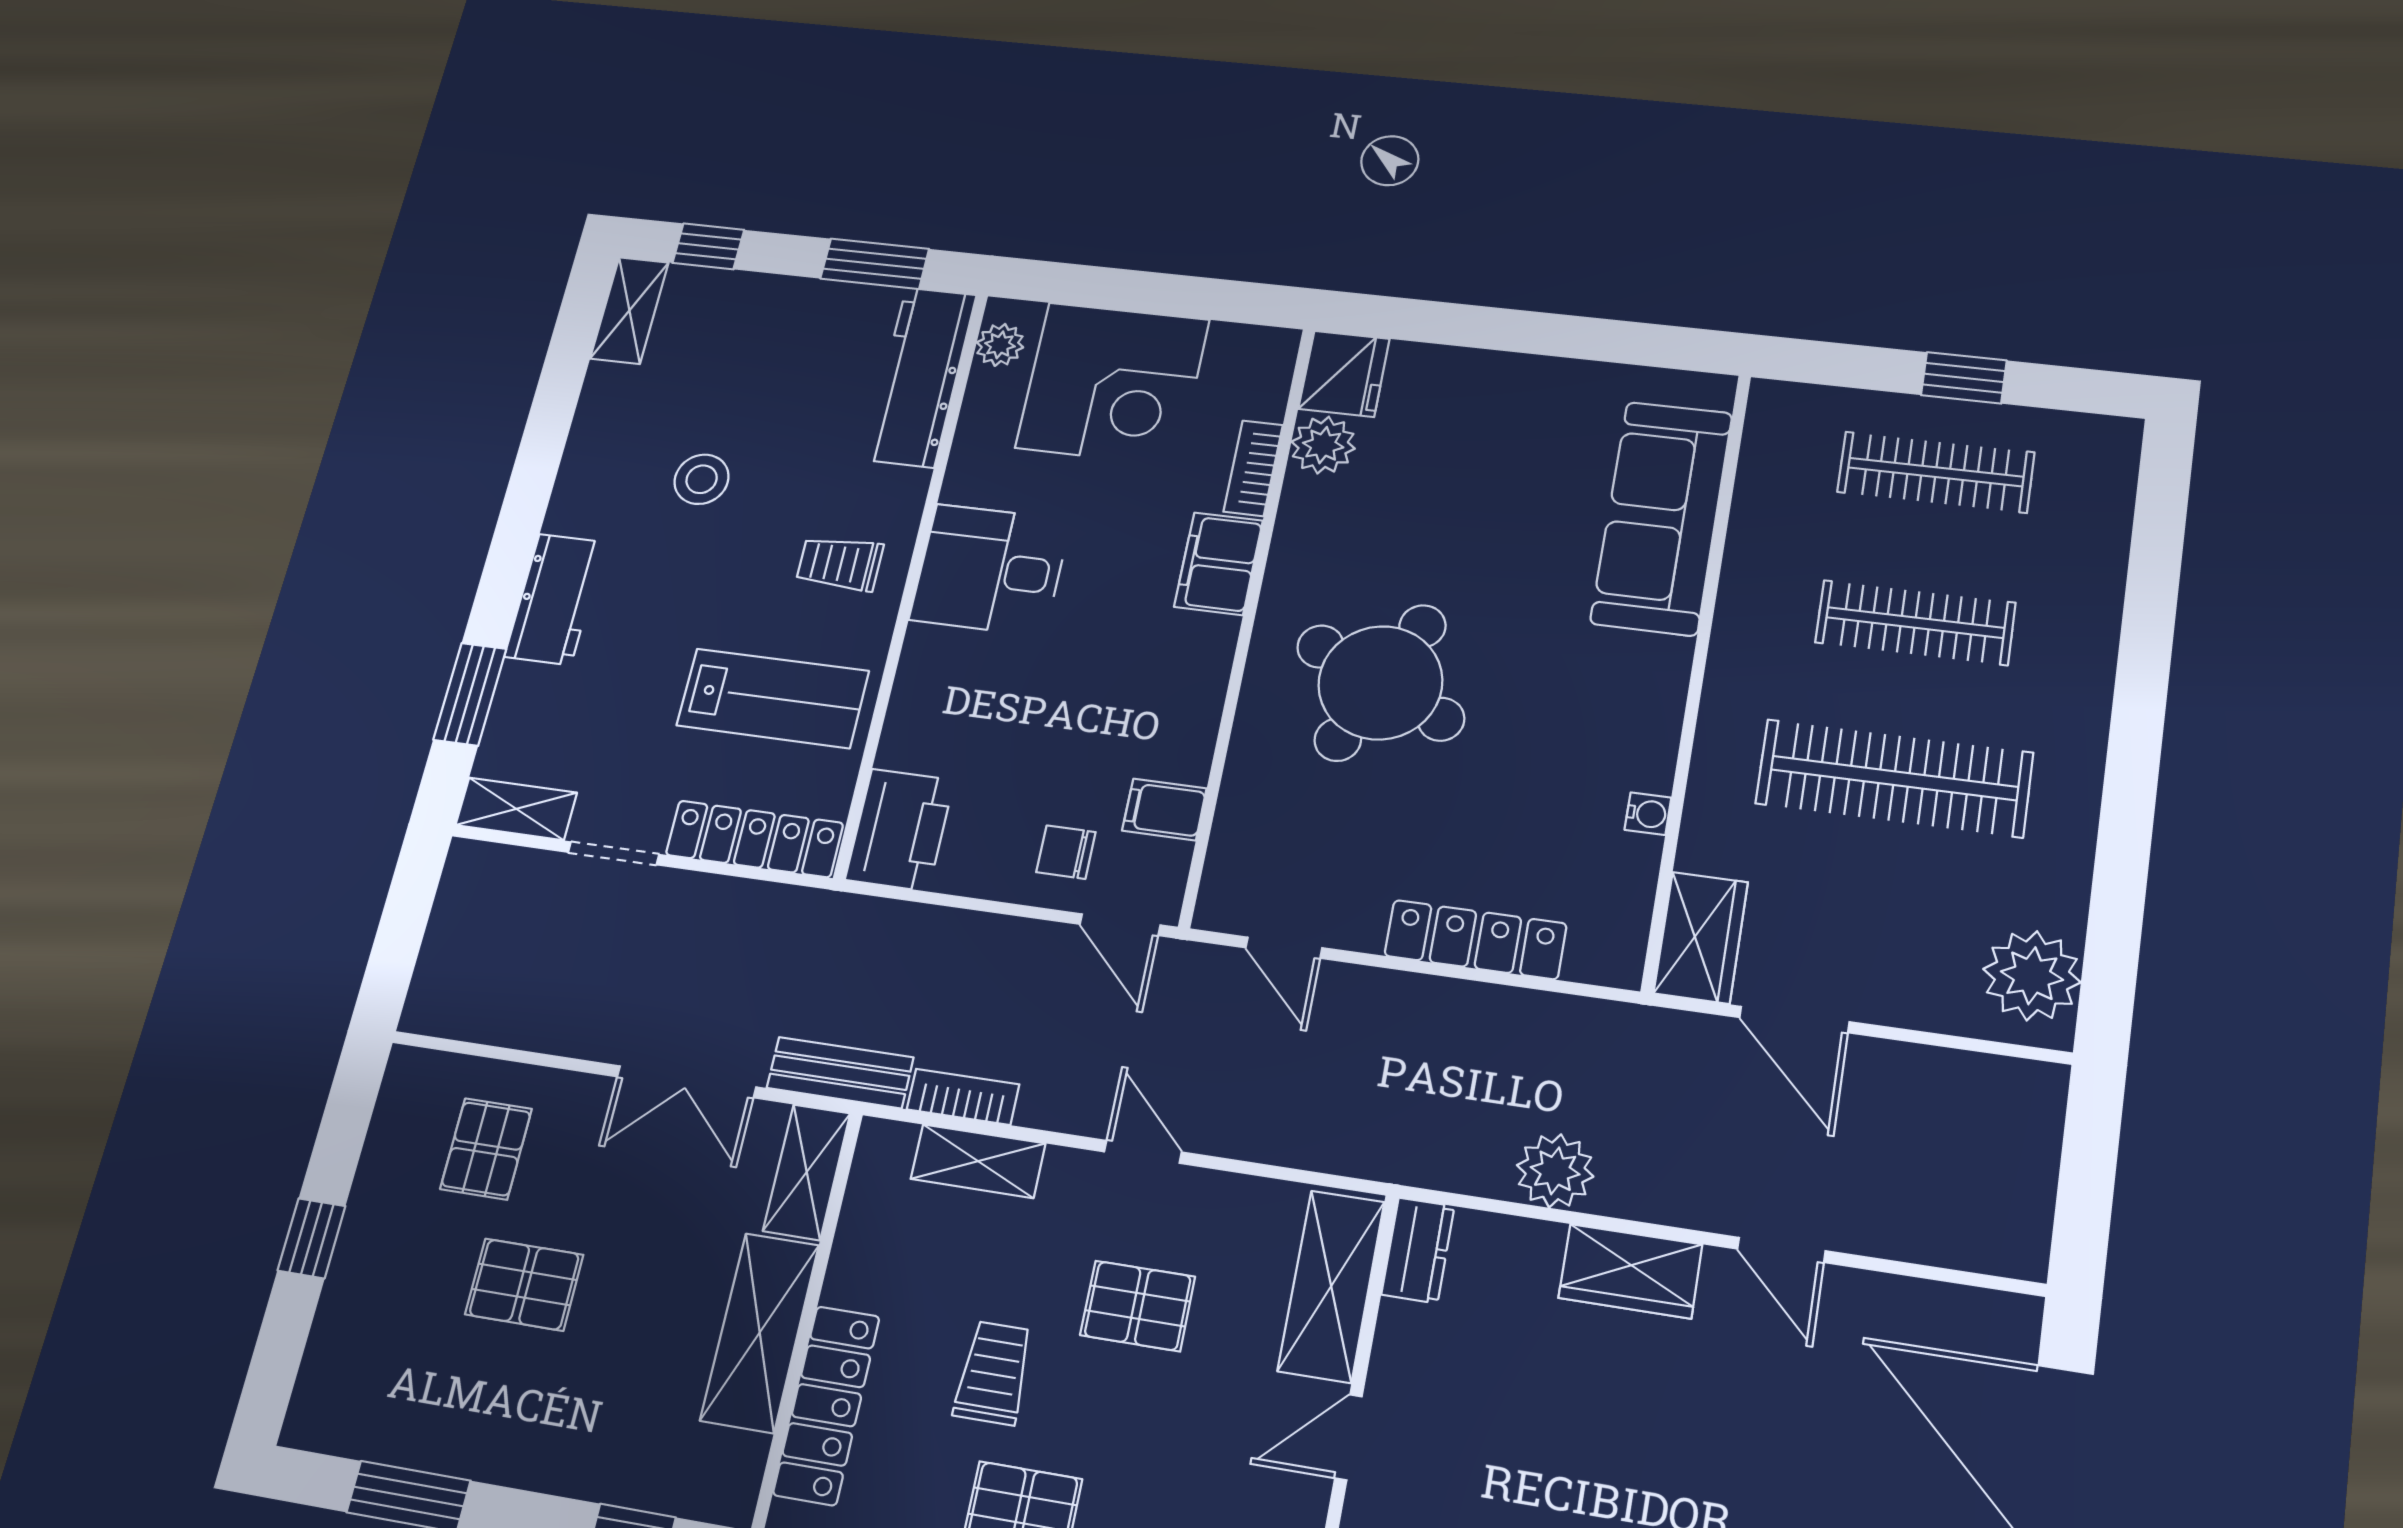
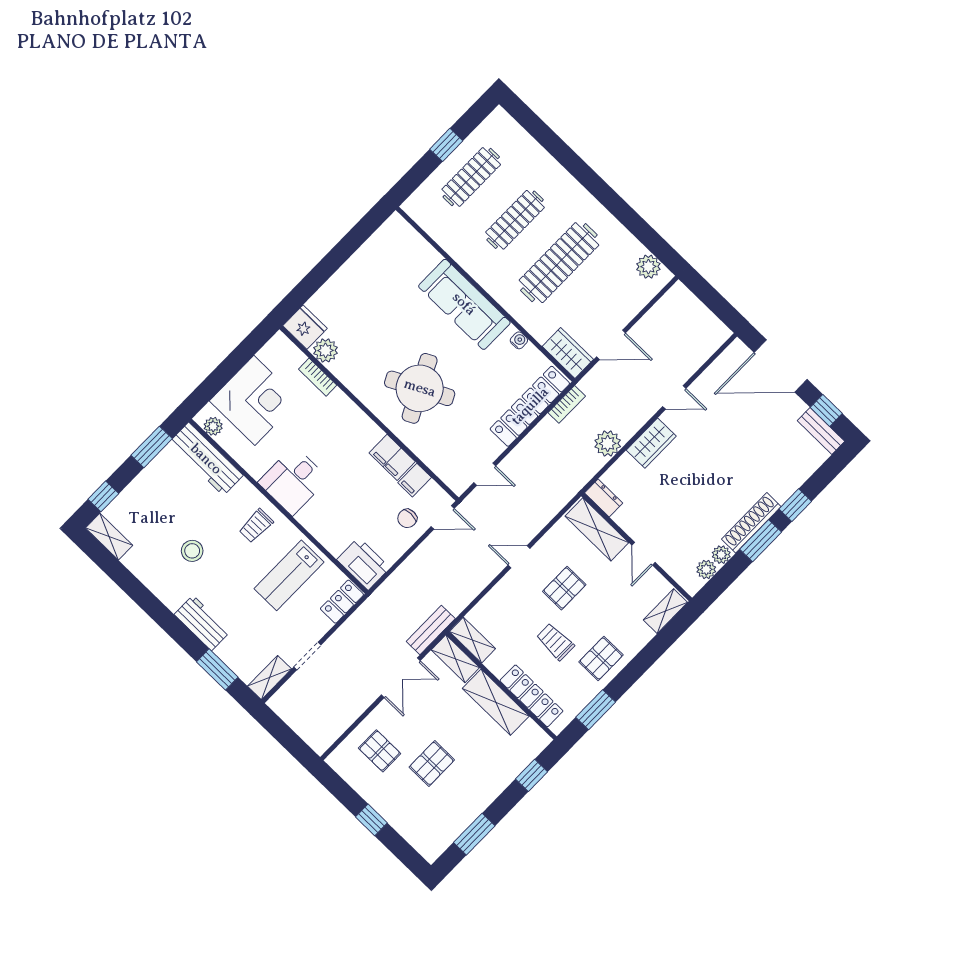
sofa: (1662, 518) -> (464, 304), moved
filing cabinet: (1218, 564) -> (392, 457), moved
round table: (1380, 683) -> (420, 388), turned 38
lab bench: (773, 698) -> (289, 575), turned 180
locker: (754, 839) -> (342, 602), width x0.66
locker: (1475, 940) -> (530, 406), width x1.41, depth x1.21
plant: (2032, 976) -> (648, 267), width x0.73, depth x0.73
bookcase: (963, 1097) -> (567, 404), moved, turned 180
shelving: (978, 1161) -> (472, 640), moved, turned 90

